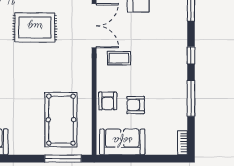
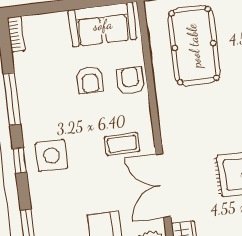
side table: (169, 56) -> (51, 156), added
armchair: (136, 105) -> (90, 80), turned 90

